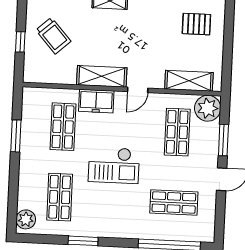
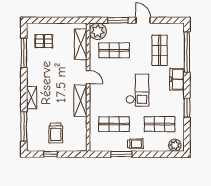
pallet: (196, 24) -> (44, 41), turned 90
trolley: (53, 36) -> (56, 133), turned 132
window: (20, 42) -> (50, 154), moved
freezer: (96, 101) -> (177, 79), moved, turned 180
trolley: (31, 158) -> (135, 144), added

